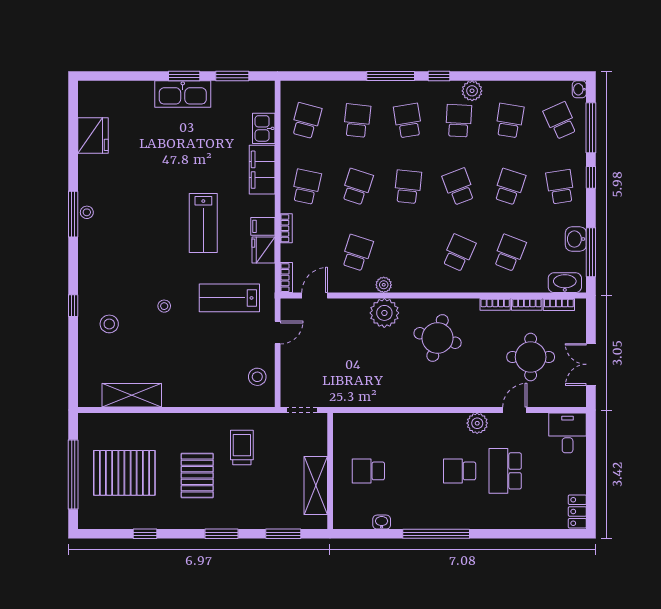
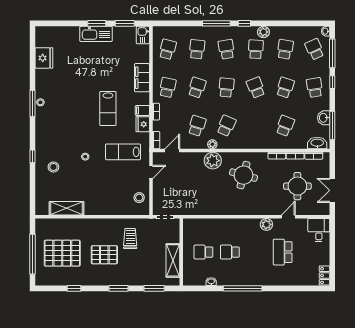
kitchen sink: (264, 128) -> (143, 35), moved
school desk: (459, 253) -> (226, 126), moved
school desk: (460, 471) -> (230, 252), moved
pallet: (197, 476) -> (104, 255), turned 90

